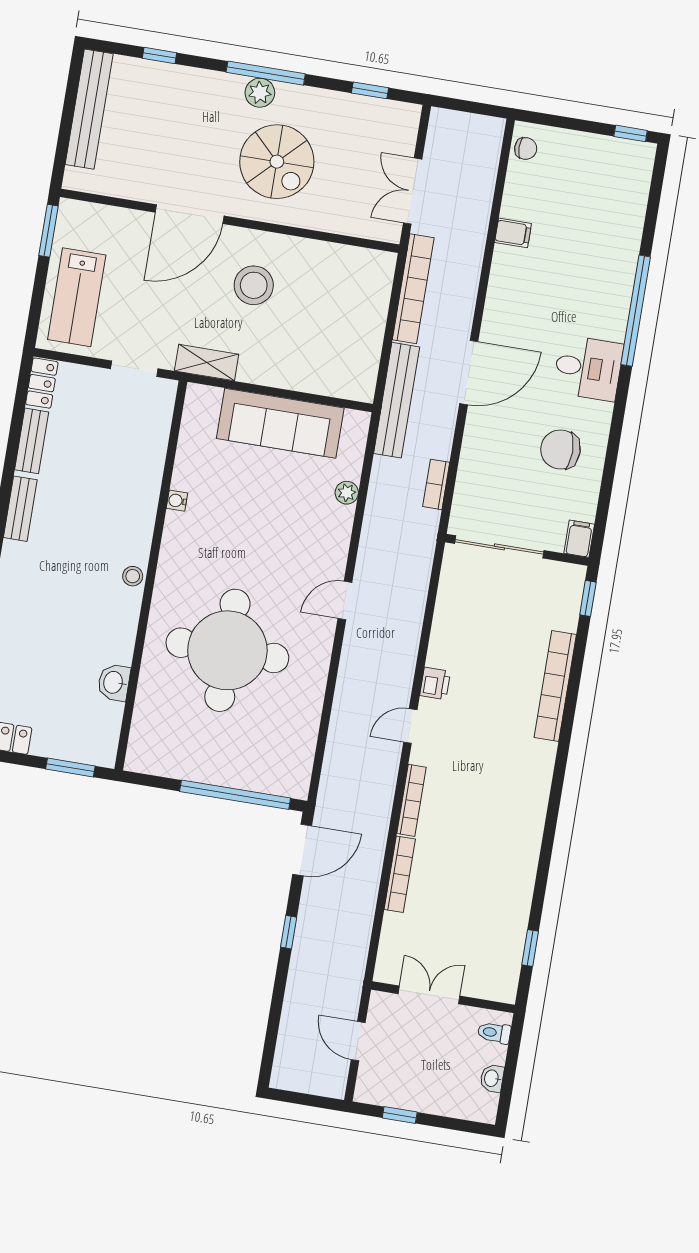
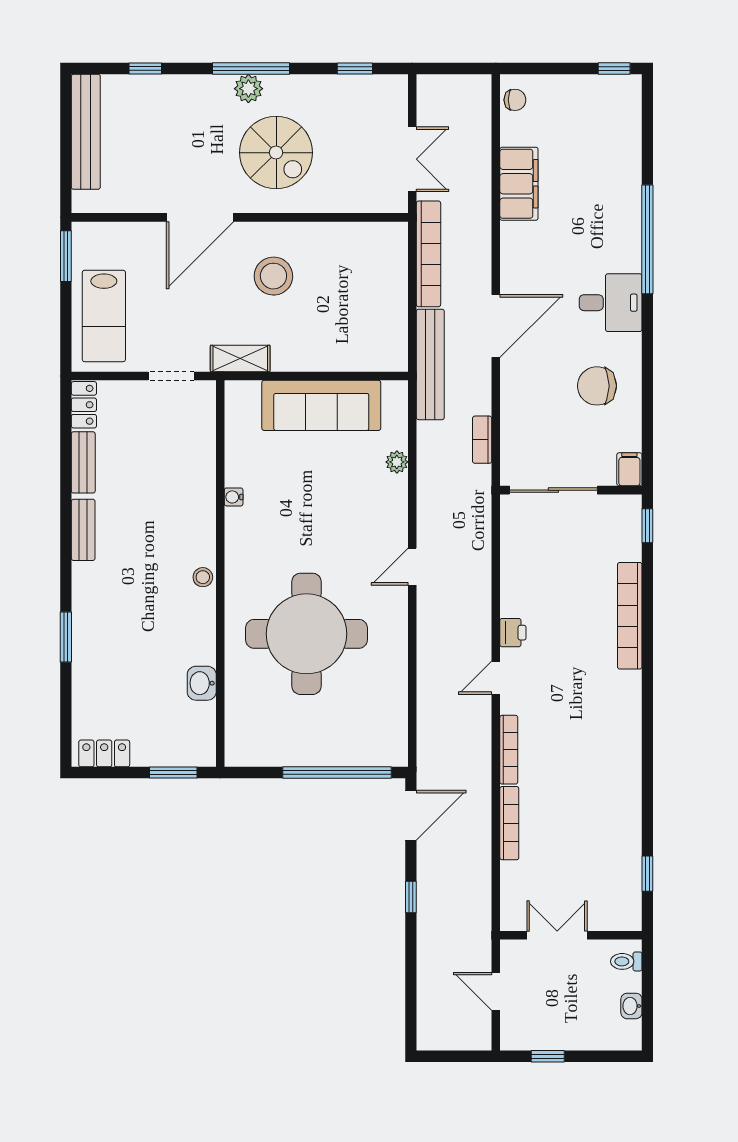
double door: (413, 191) -> (412, 159), swing flipped
filing cabinet: (513, 233) -> (519, 184), width x3.00, depth x1.17

